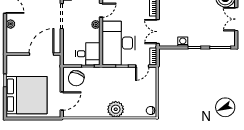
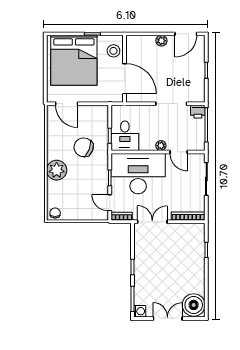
washing machine: (183, 42) -> (140, 311), moved
stool: (19, 63) -> (113, 51), added
chair: (76, 78) -> (84, 147), moved

